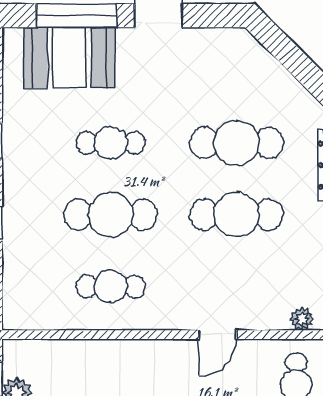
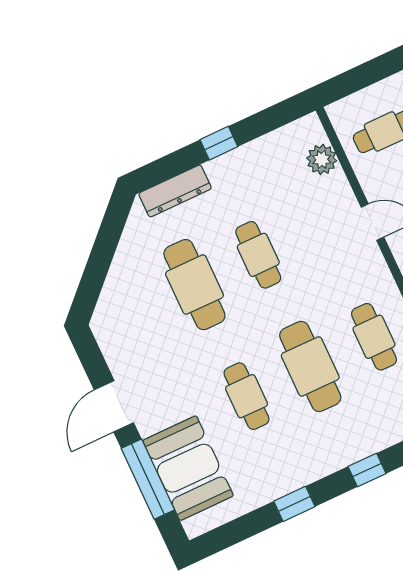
cafe table: (236, 215) -> (258, 255), width x0.73, depth x0.74
plant: (302, 319) -> (322, 159), width x1.38, depth x1.38

